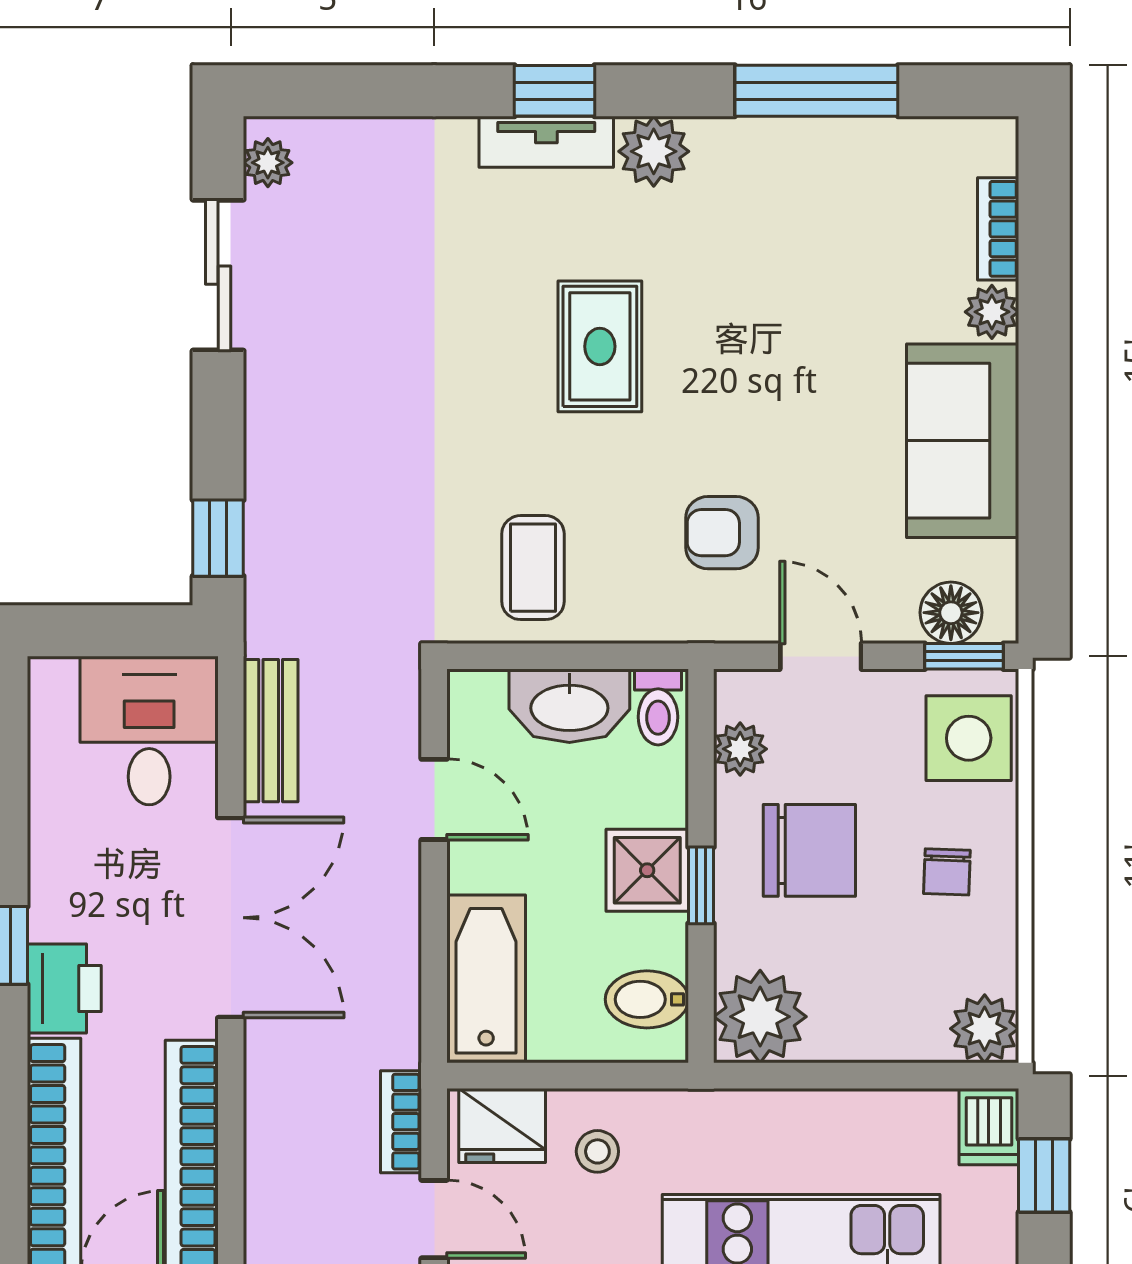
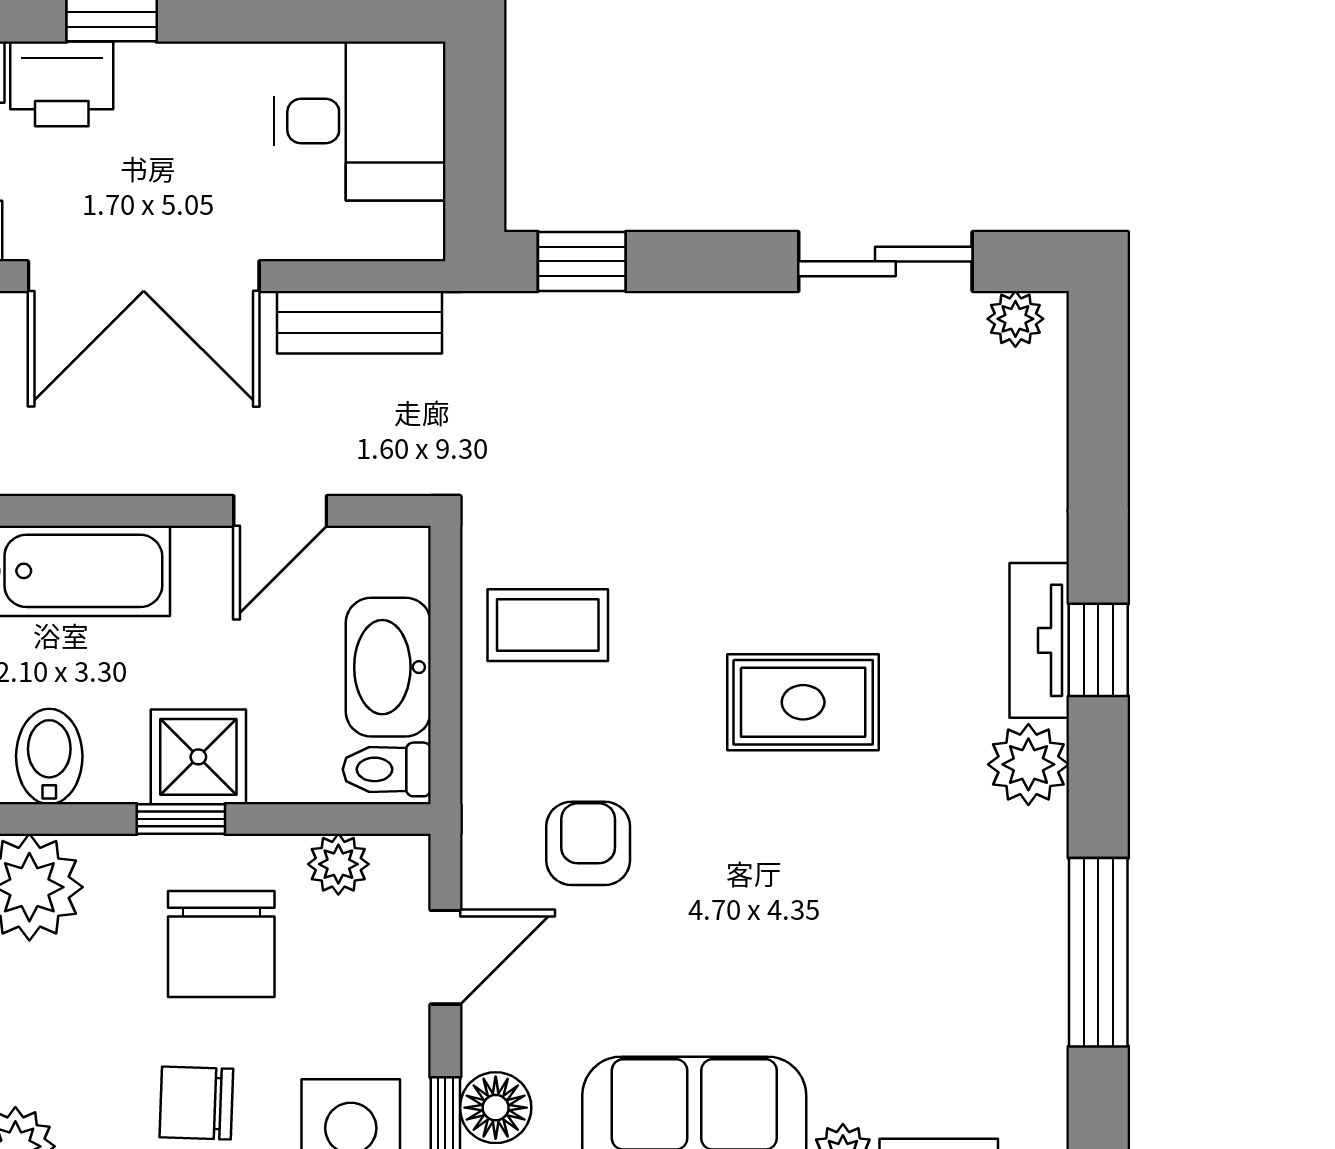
desk: (149, 731) -> (360, 121), moved
chair: (947, 872) -> (196, 1103), width x1.37, depth x1.37

